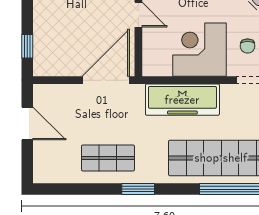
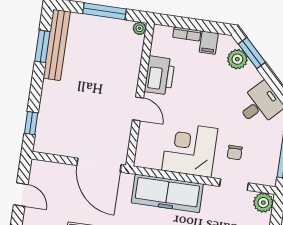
door: (106, 80) -> (99, 165), swing flipped
door: (27, 124) -> (21, 195), width x0.73

